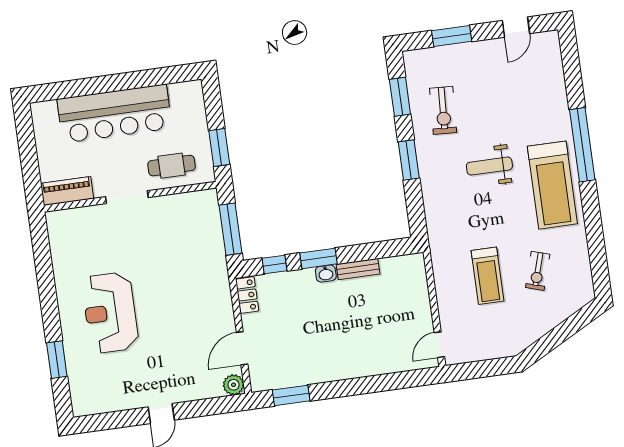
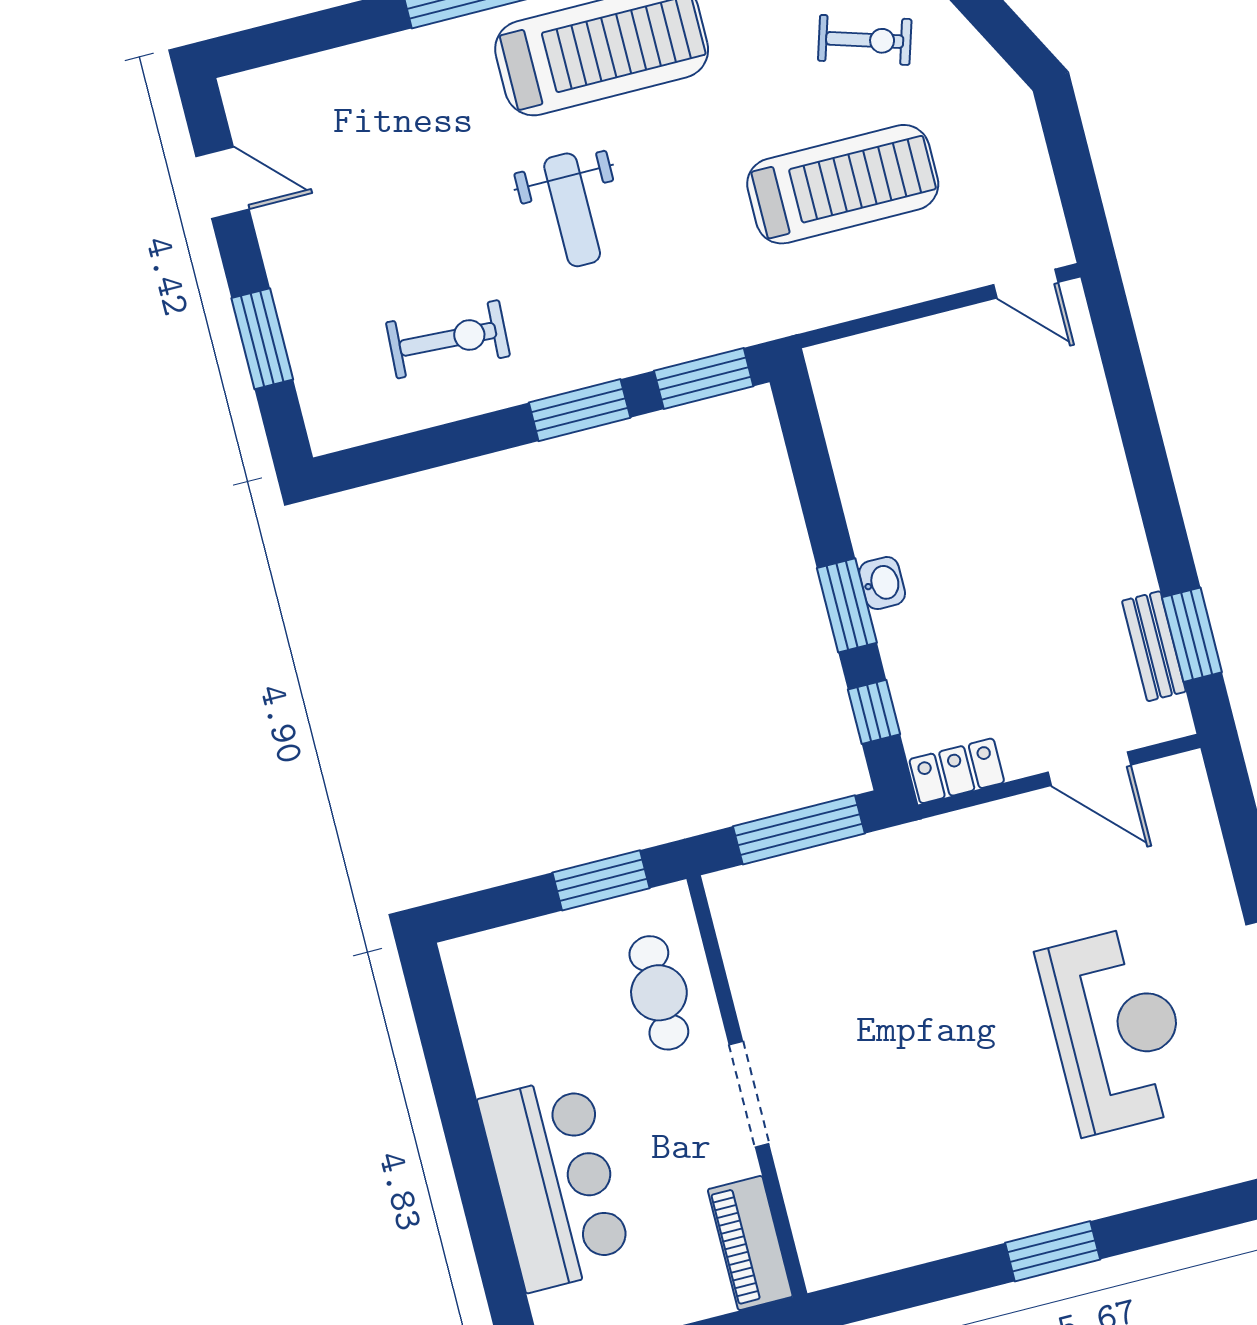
window: (400, 97) -> (704, 378), moved
bar counter: (115, 114) -> (555, 1183), width x0.73
bench: (358, 269) -> (1154, 646), moved
exercise bike: (538, 271) -> (865, 40), moved
treadmill: (488, 276) -> (843, 184), width x1.37, depth x1.38
reception desk: (110, 313) -> (1116, 1030), moved, turned -90
window: (57, 360) -> (1053, 1251), moved
plant: (234, 385) -> (1182, 780), removed

